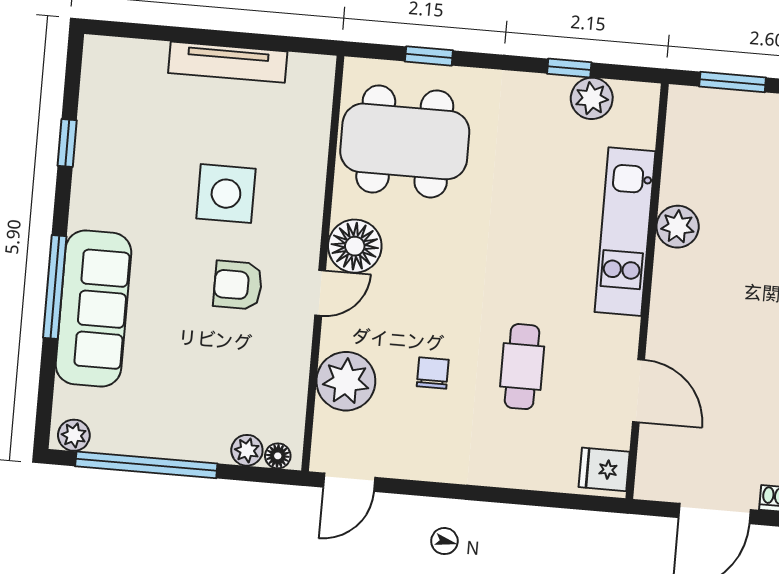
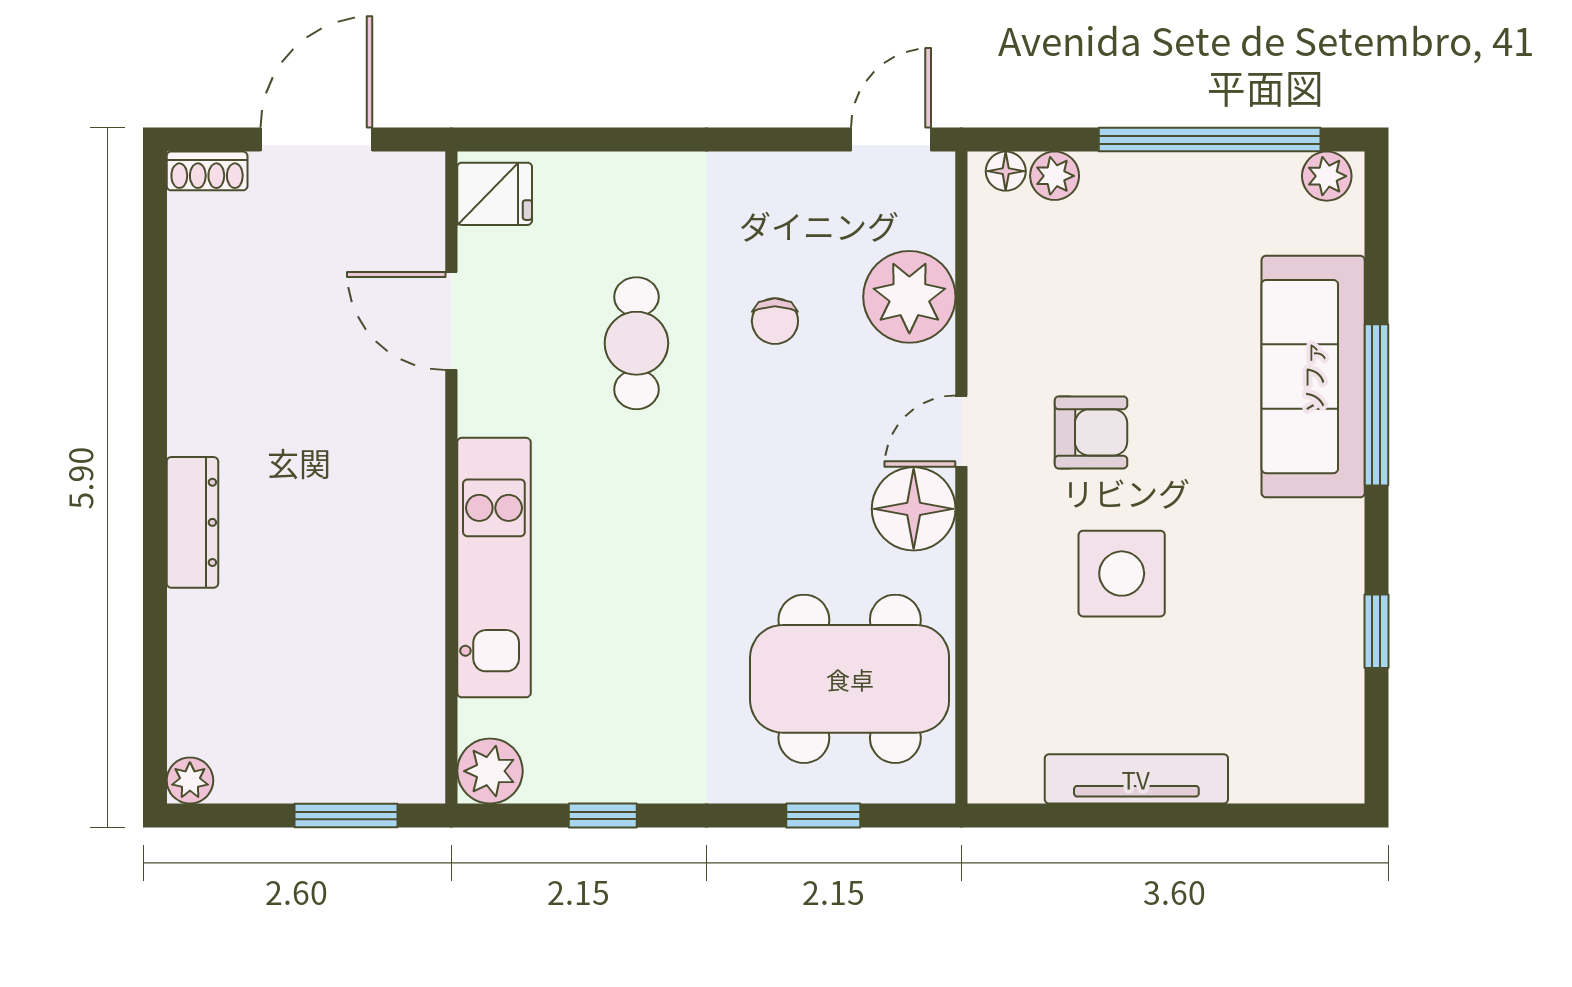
plant: (592, 98) -> (490, 771), moved
plant: (678, 227) -> (413, 582), removed

